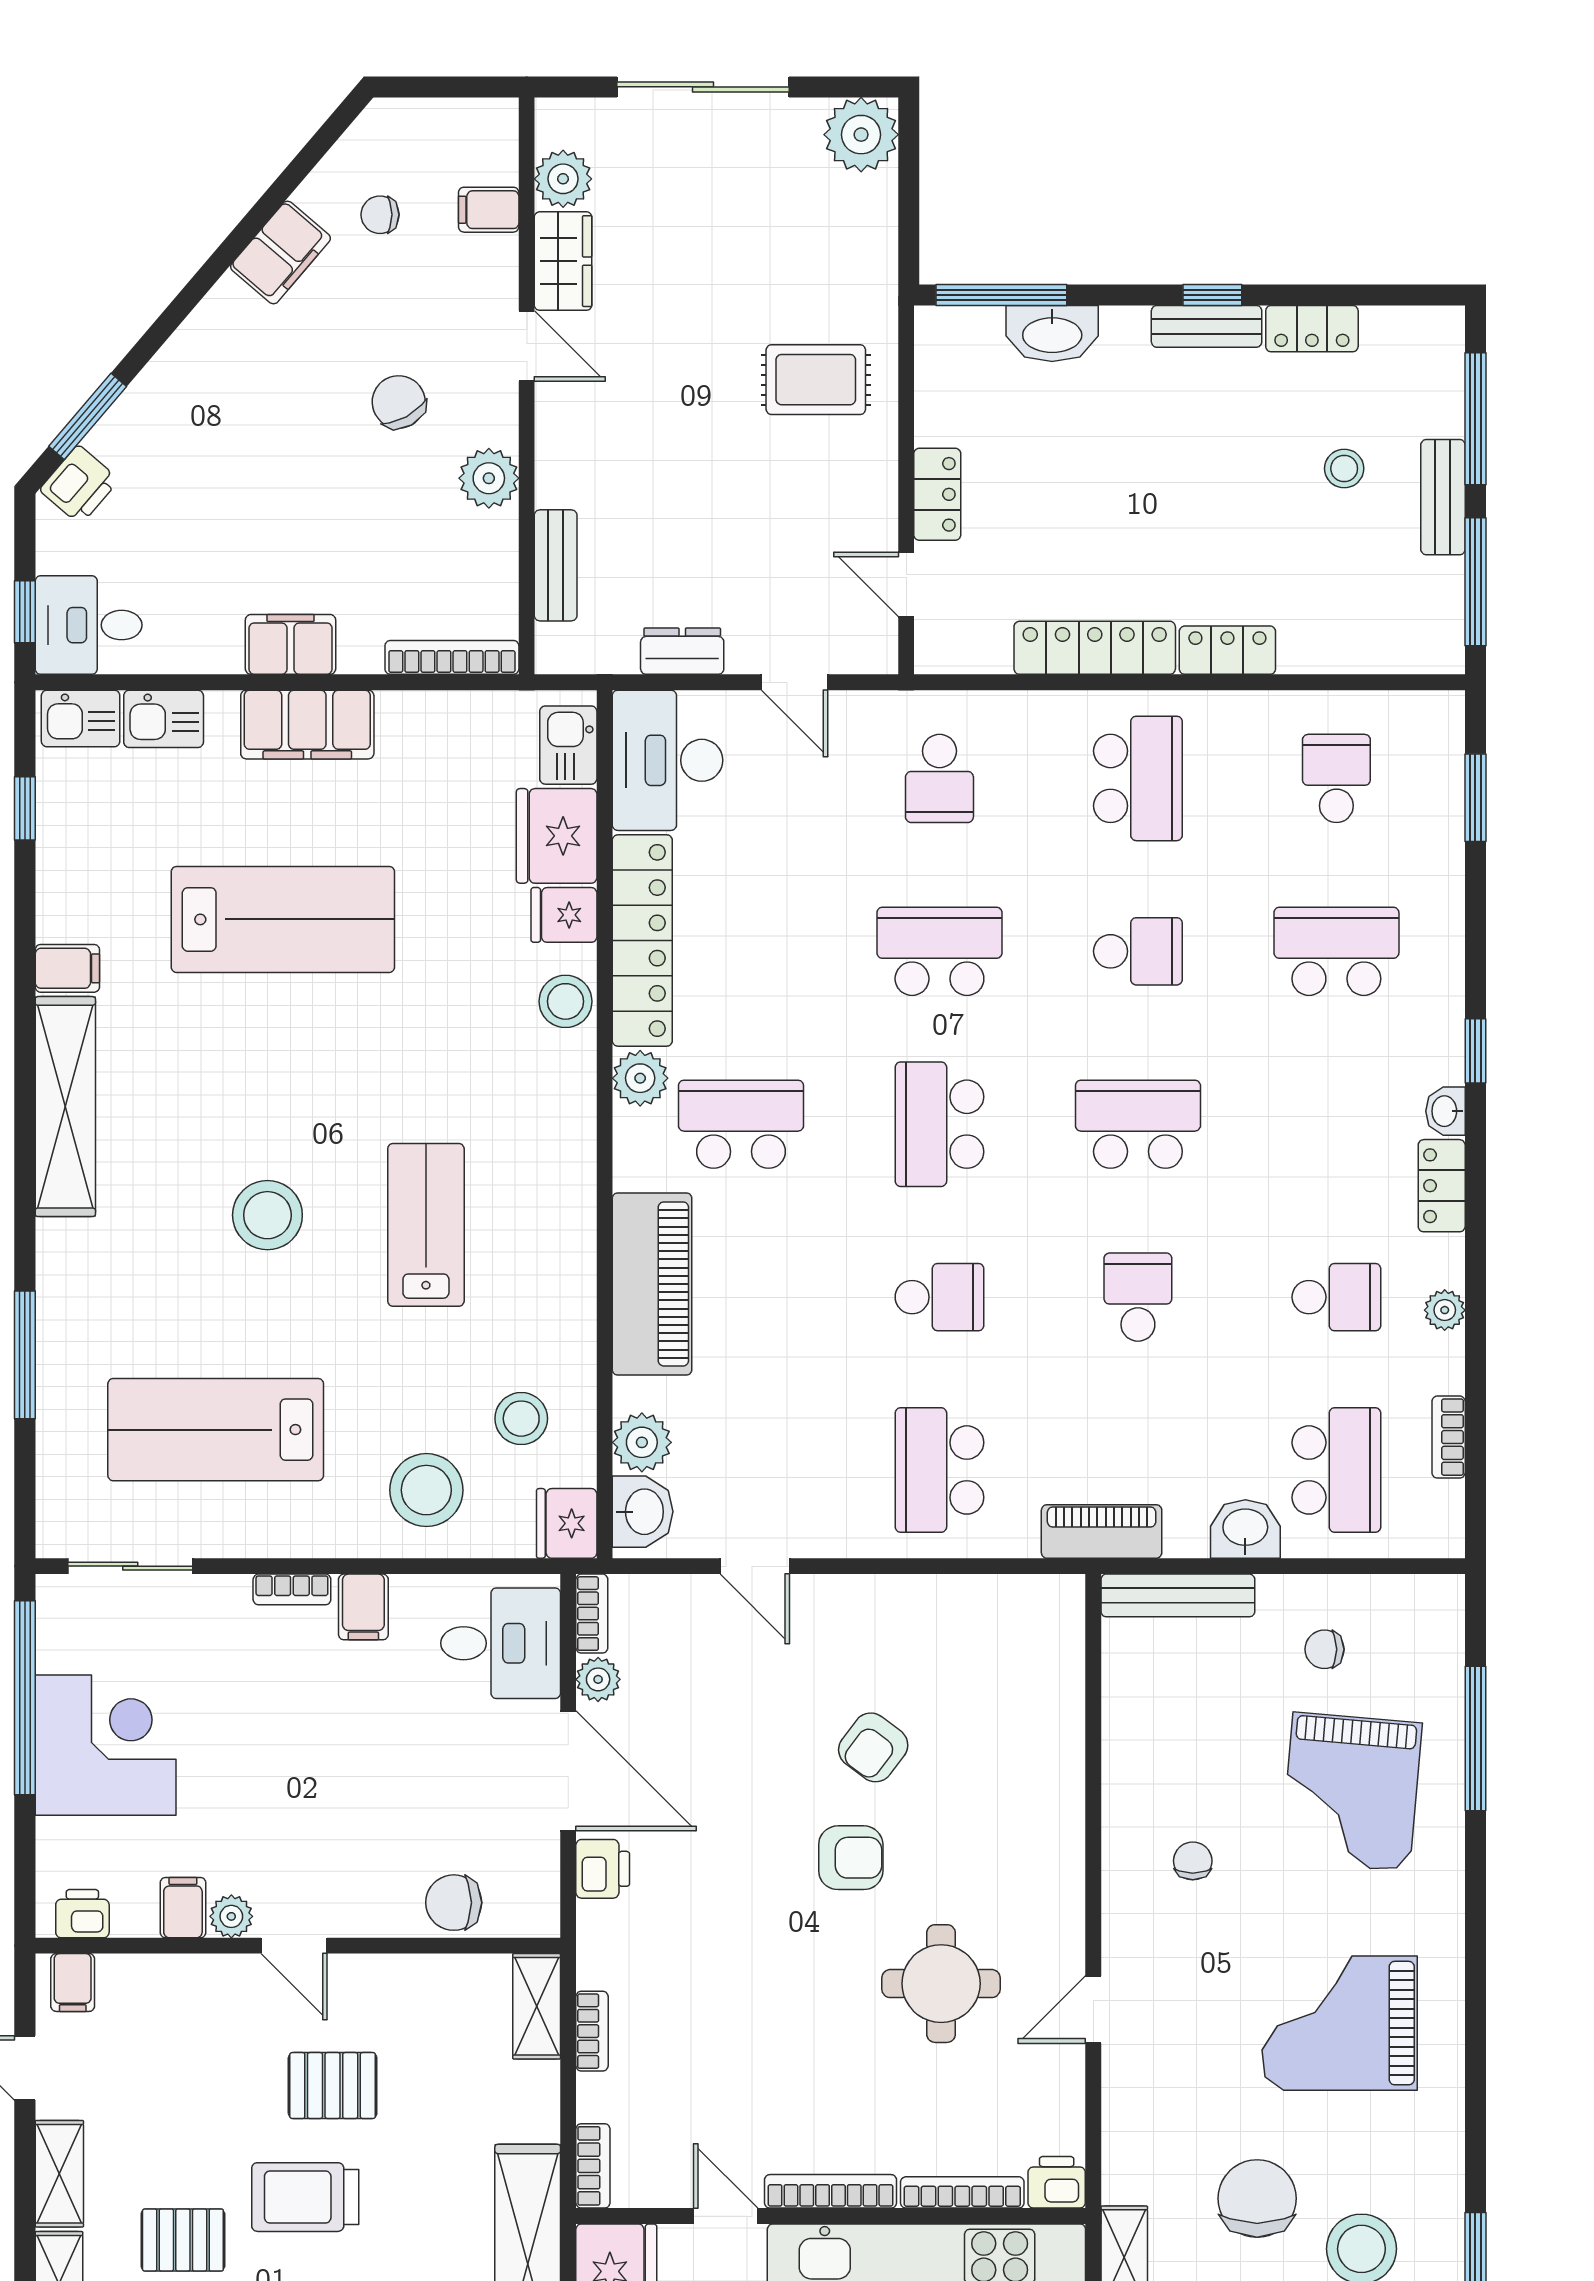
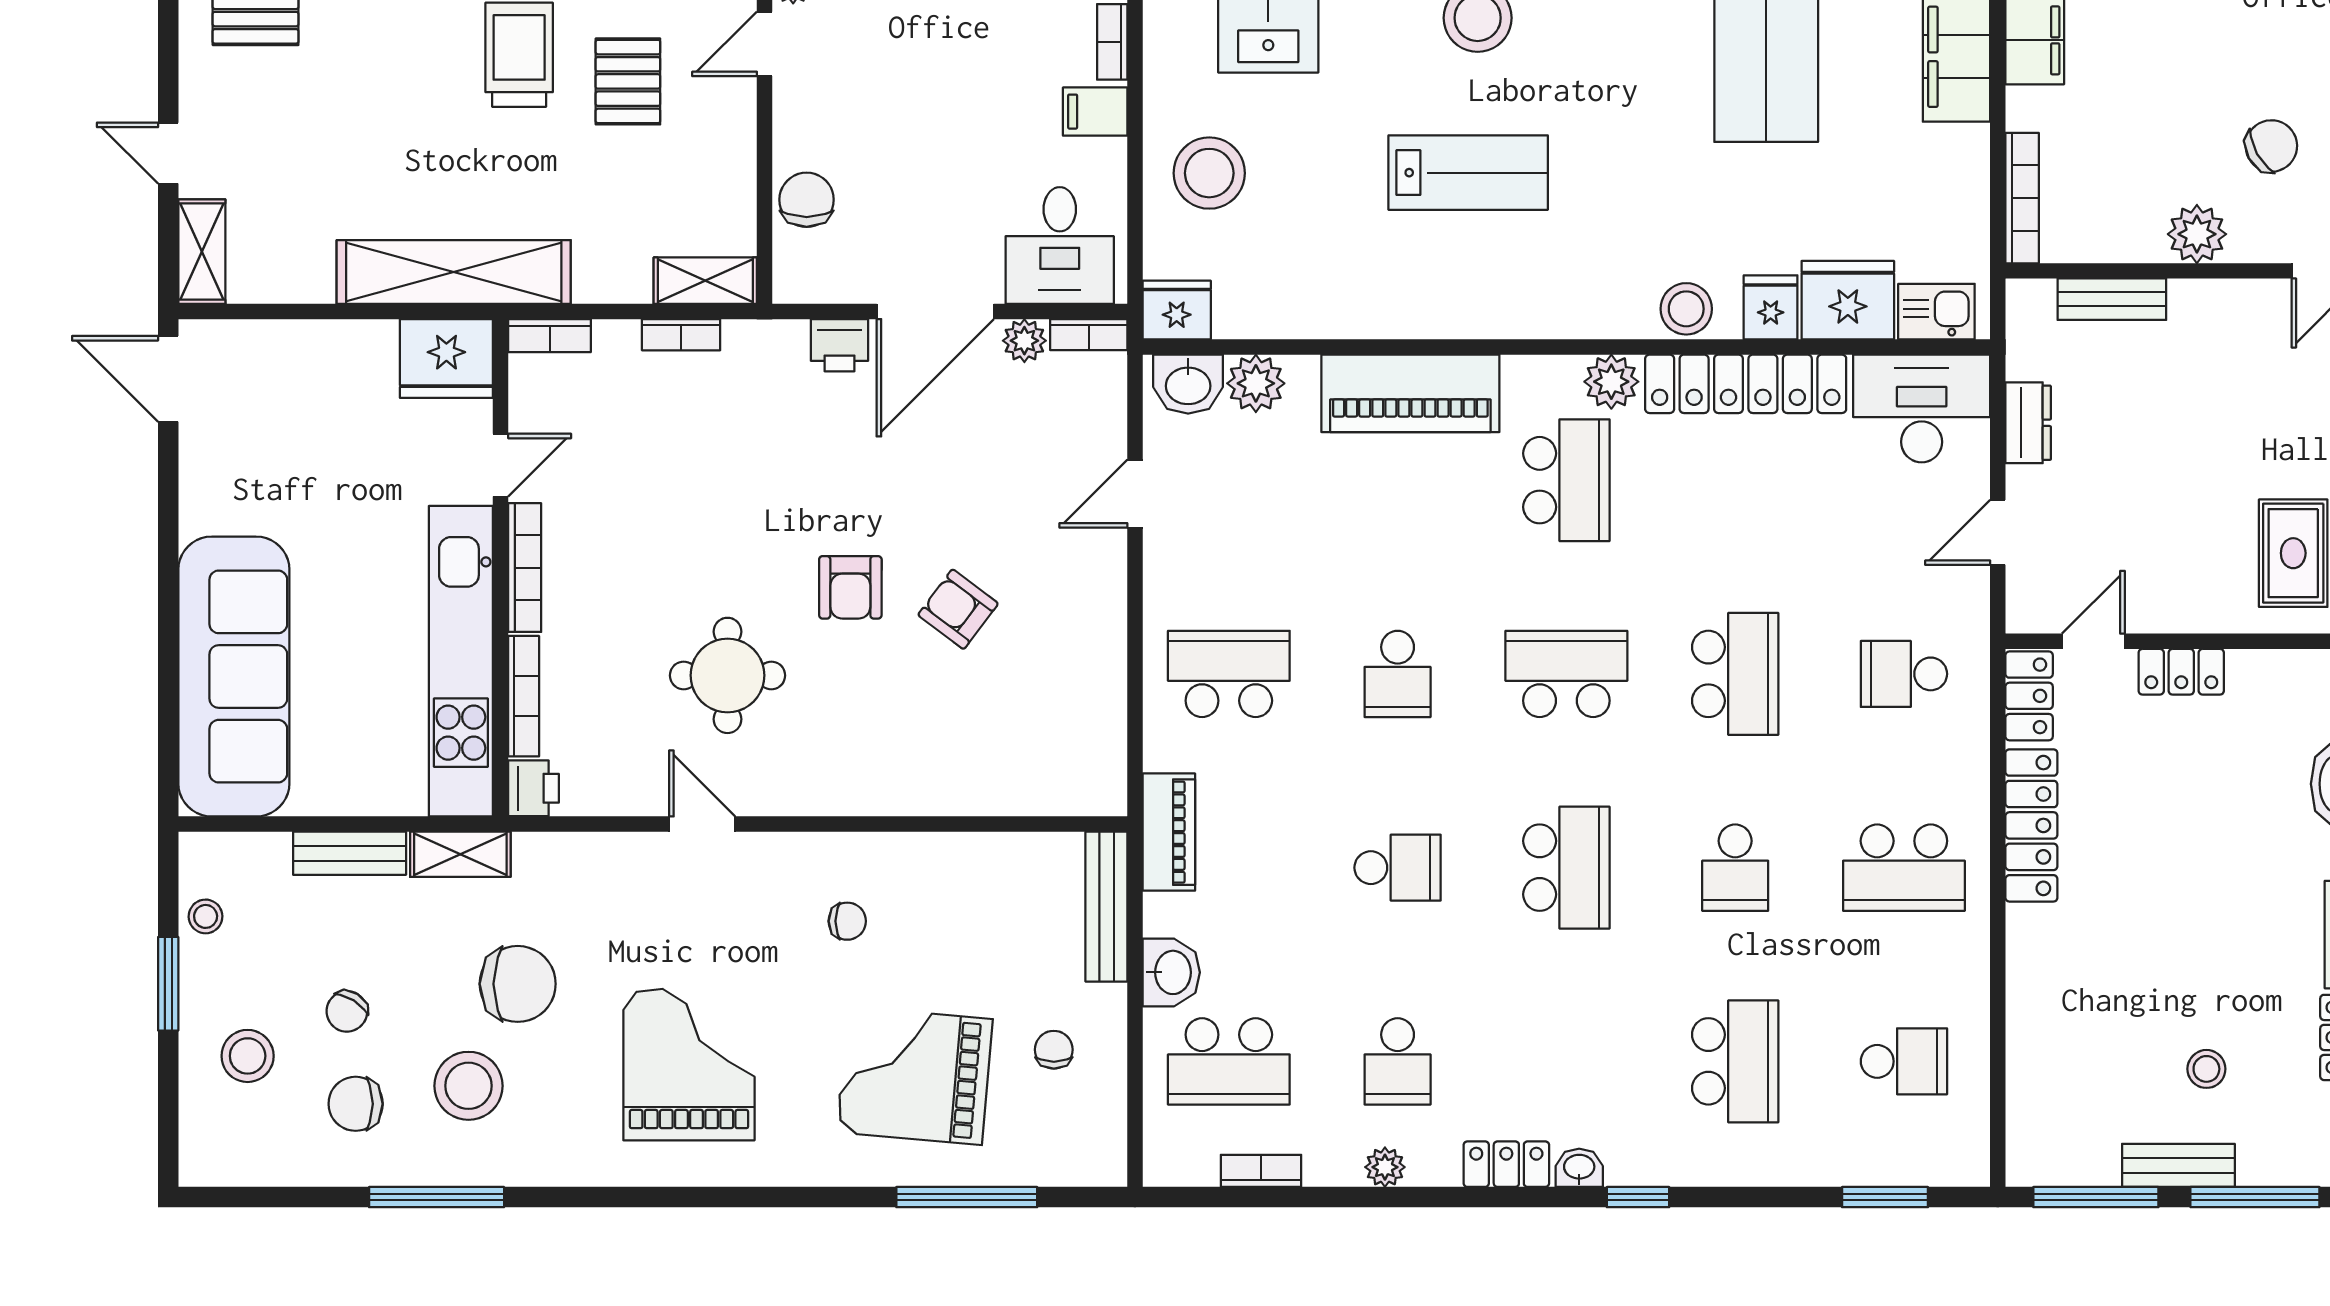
locker: (1227, 650) -> (2029, 696), moved
stool: (521, 1419) -> (1279, 266), removed

